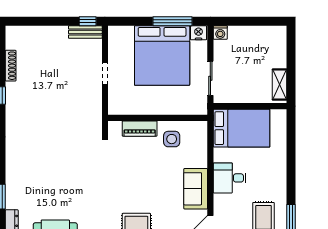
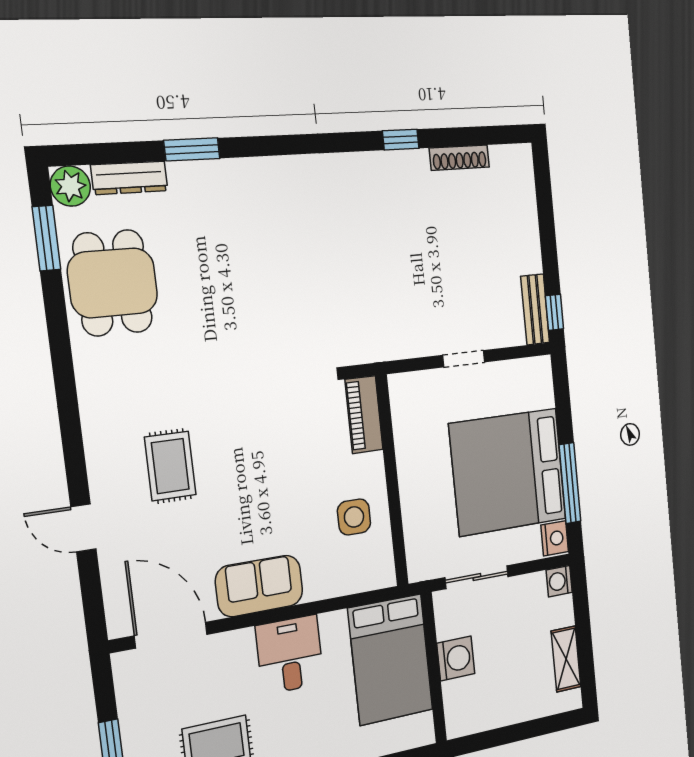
shelving: (279, 85) -> (566, 659), moved, turned 90
washing machine: (248, 94) -> (456, 658), added
piano: (140, 129) -> (364, 415), moved

